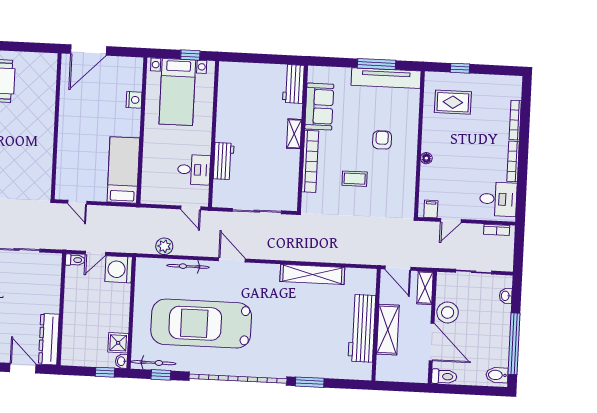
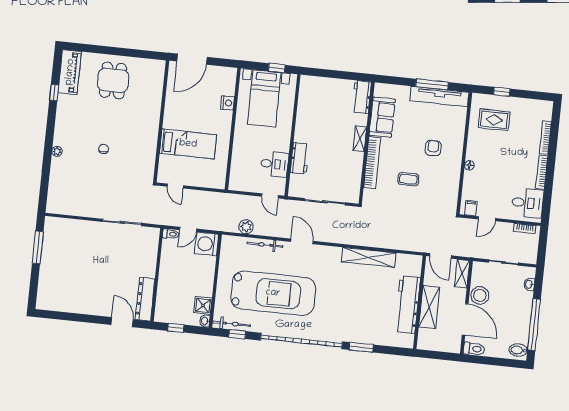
bed: (123, 170) -> (188, 144), moved, turned 90
car: (201, 324) -> (273, 293), turned 180
window: (105, 372) -> (176, 328), moved

